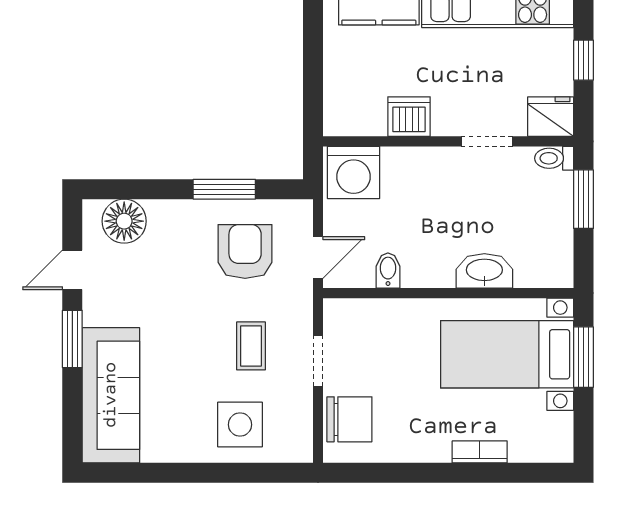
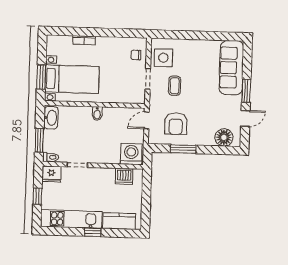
dishwasher: (409, 117) -> (124, 176), moved
bidet: (388, 271) -> (97, 114), moved
washbasin: (484, 271) -> (51, 118), moved, turned -90
chair: (349, 419) -> (136, 55), width x0.54, depth x0.54
side table: (240, 425) -> (163, 58), moved

